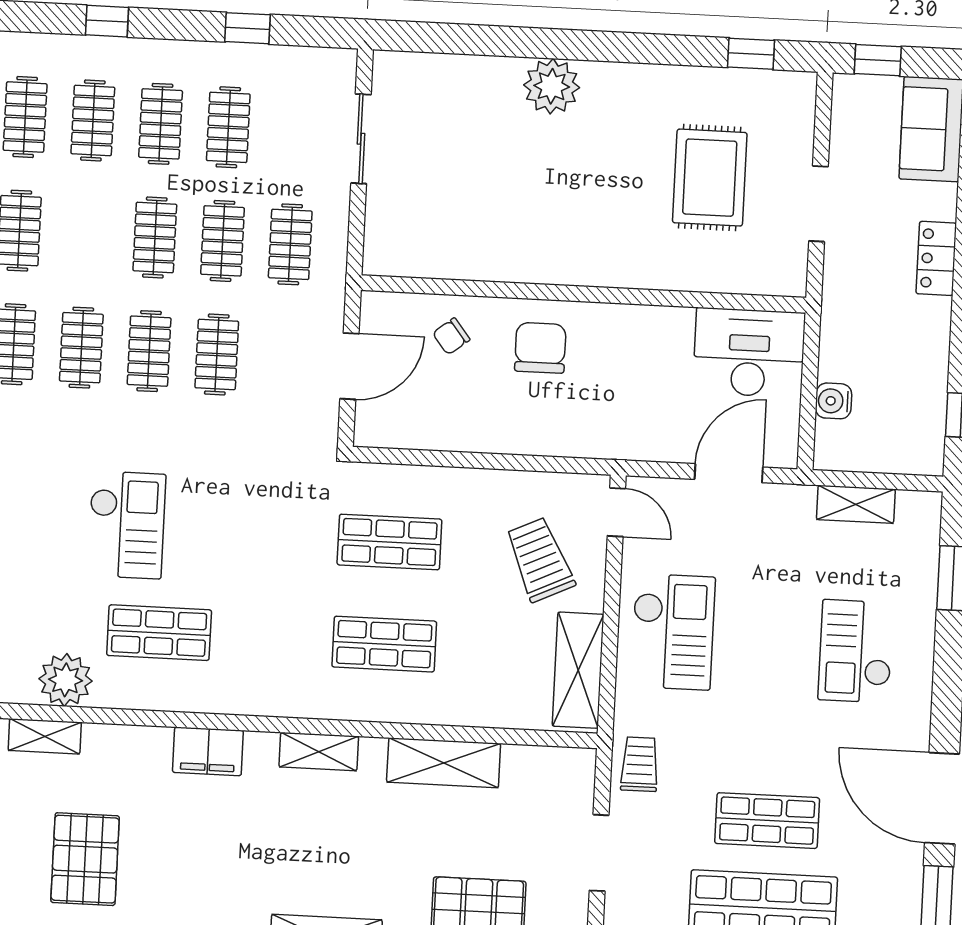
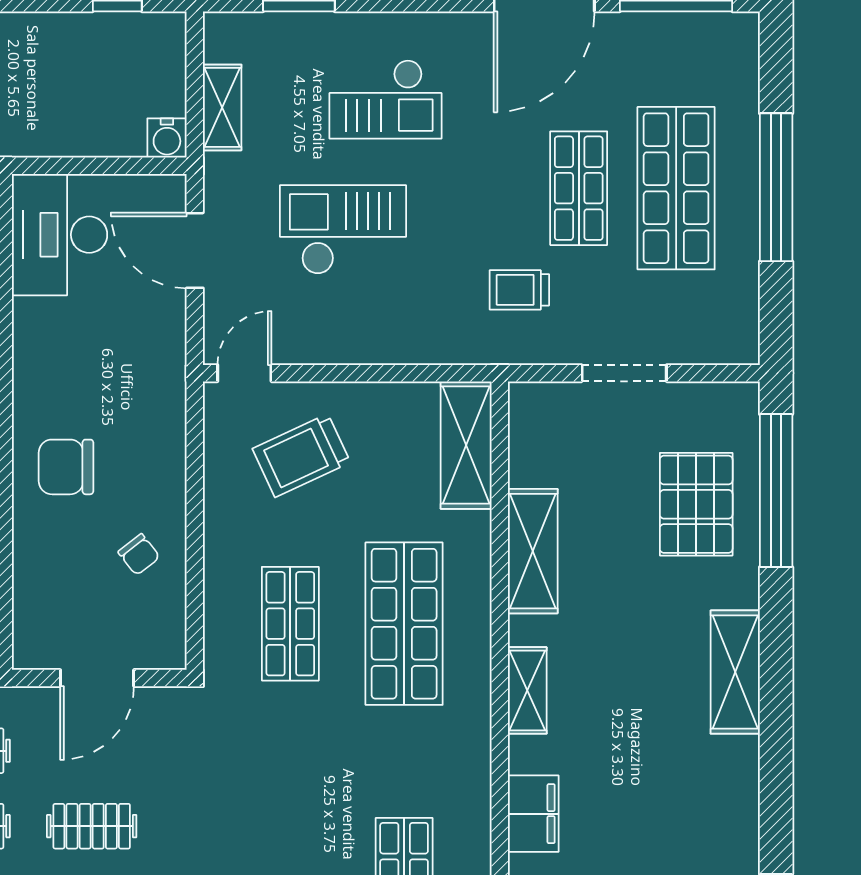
chair: (451, 336) -> (139, 554), moved
door: (349, 366) -> (97, 678), swing flipped
water cooler: (834, 401) -> (167, 138), moved
checkout: (673, 632) -> (343, 230), moved
shop shelf: (384, 644) -> (404, 624), width x1.43, depth x1.36
shelving: (578, 670) -> (466, 445), moved, turned 90
trolley: (640, 764) -> (519, 290), moved

